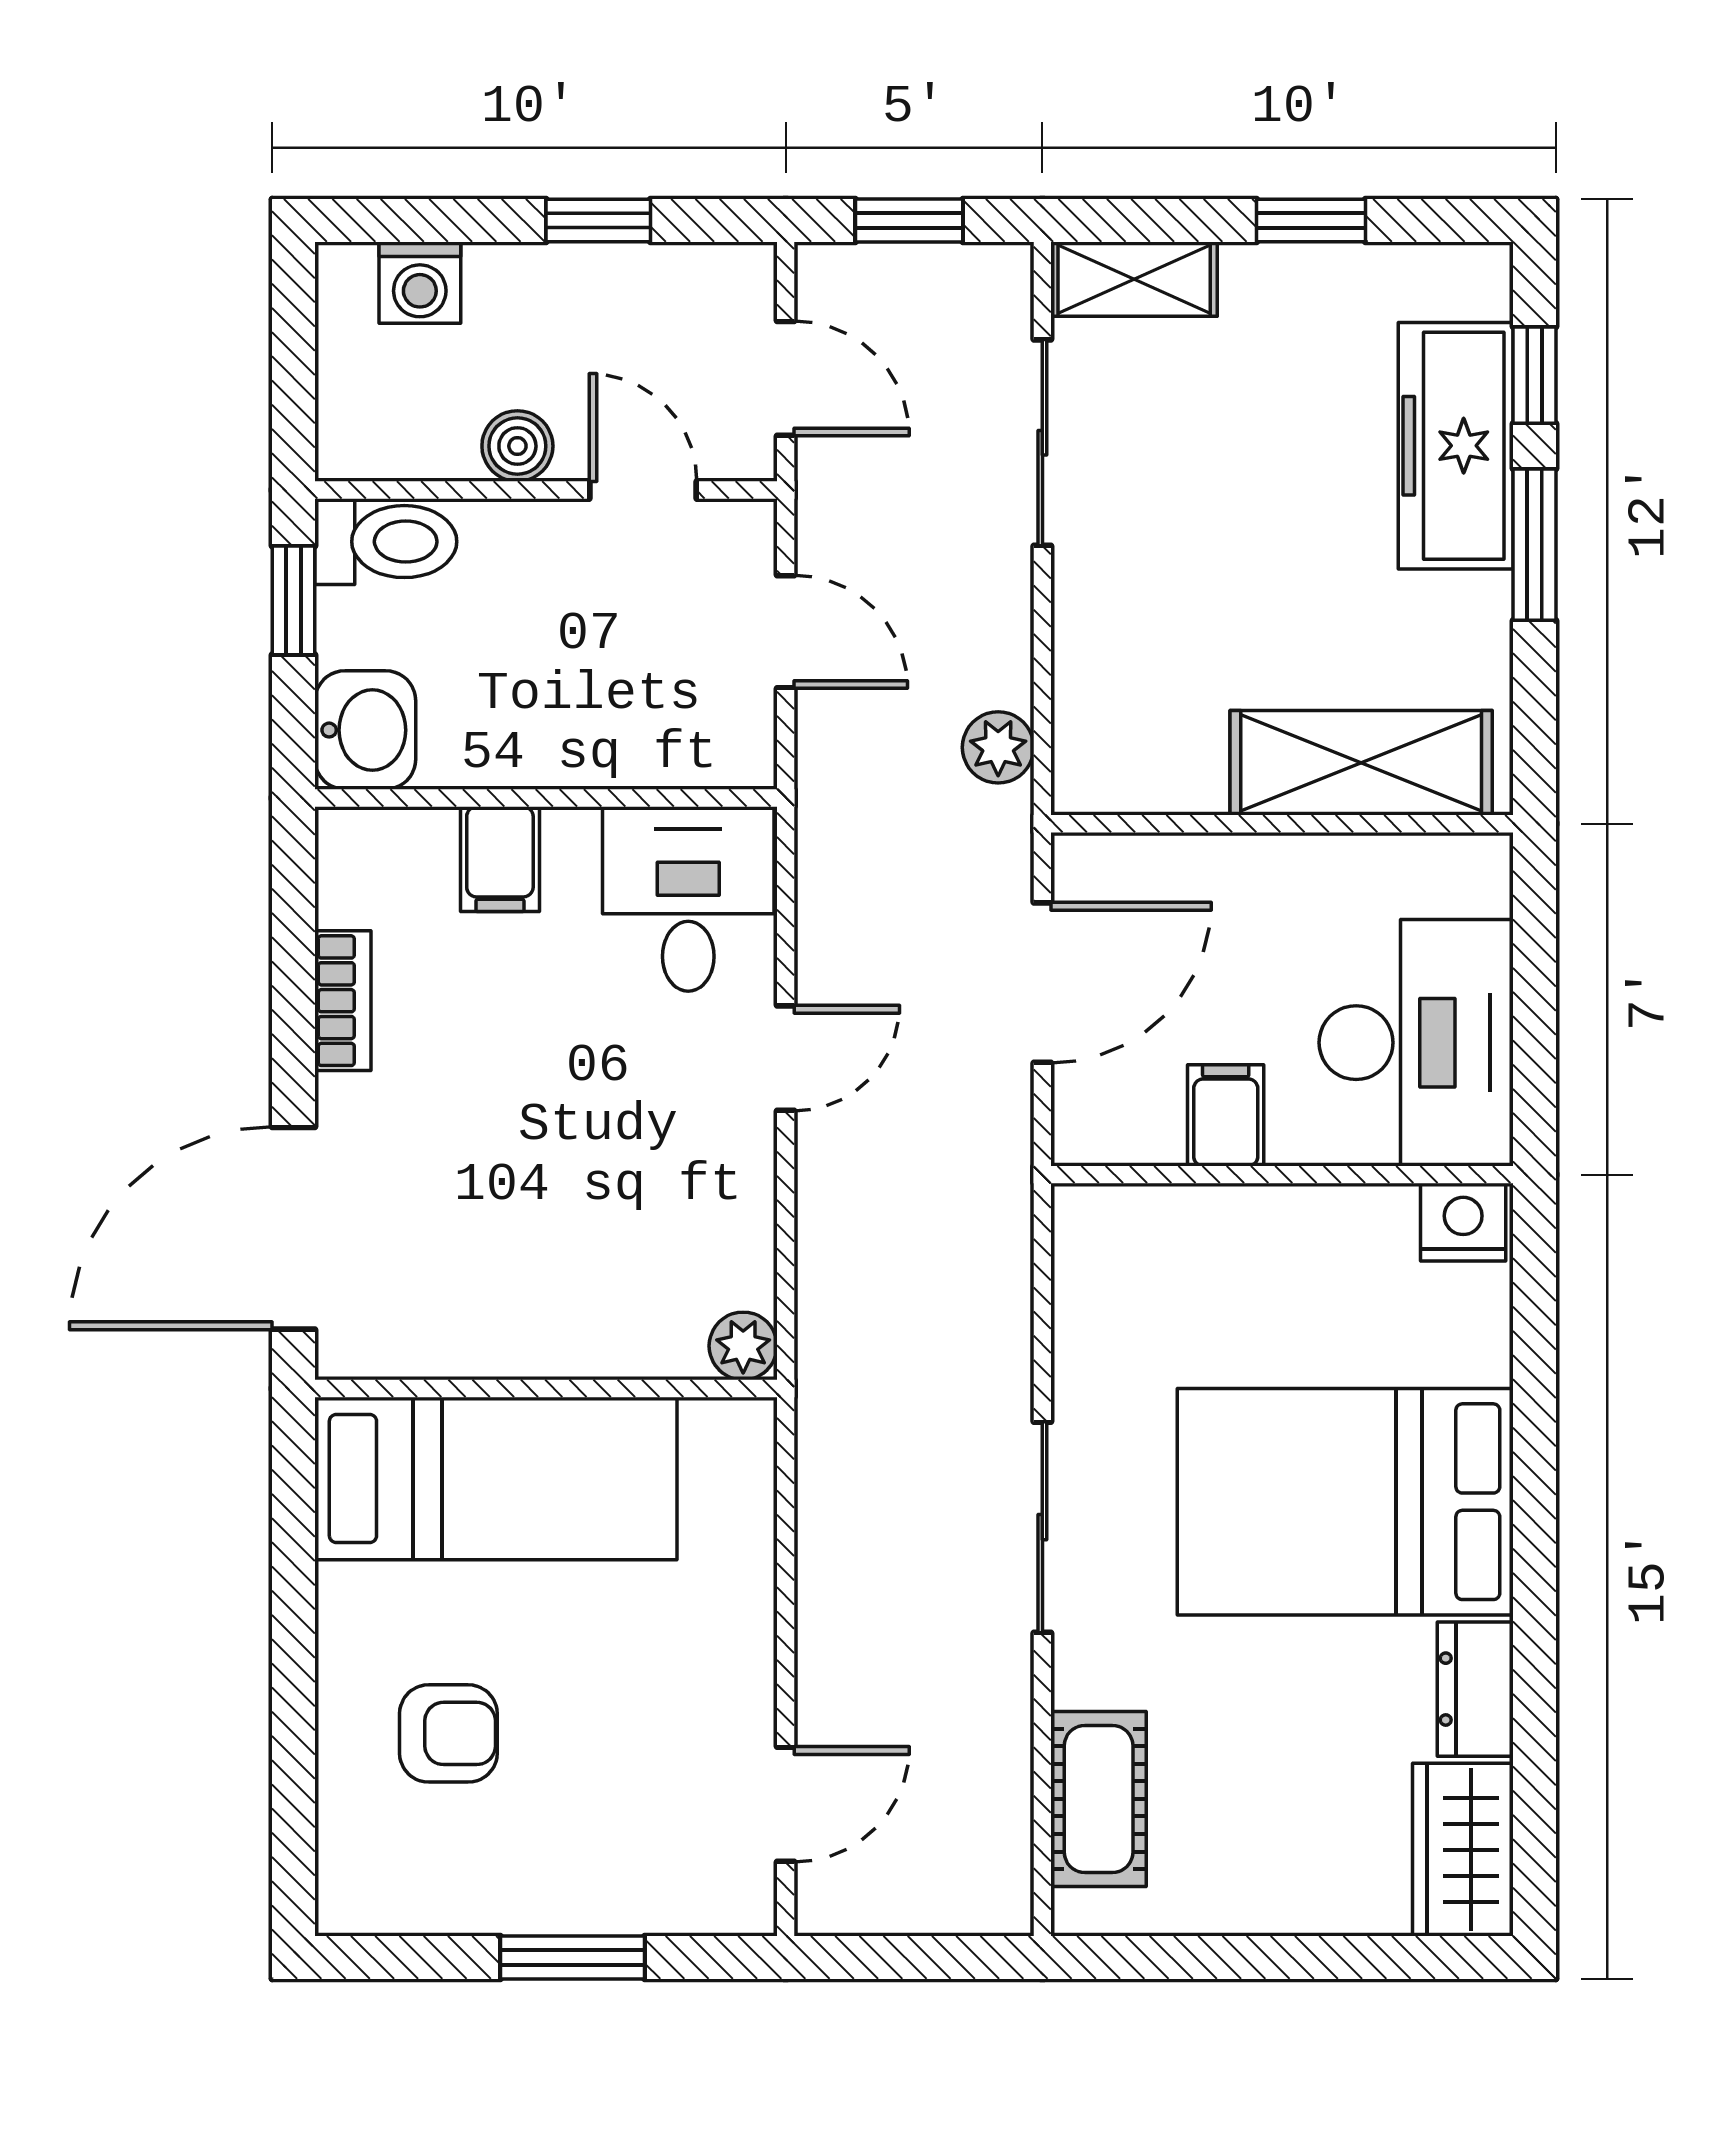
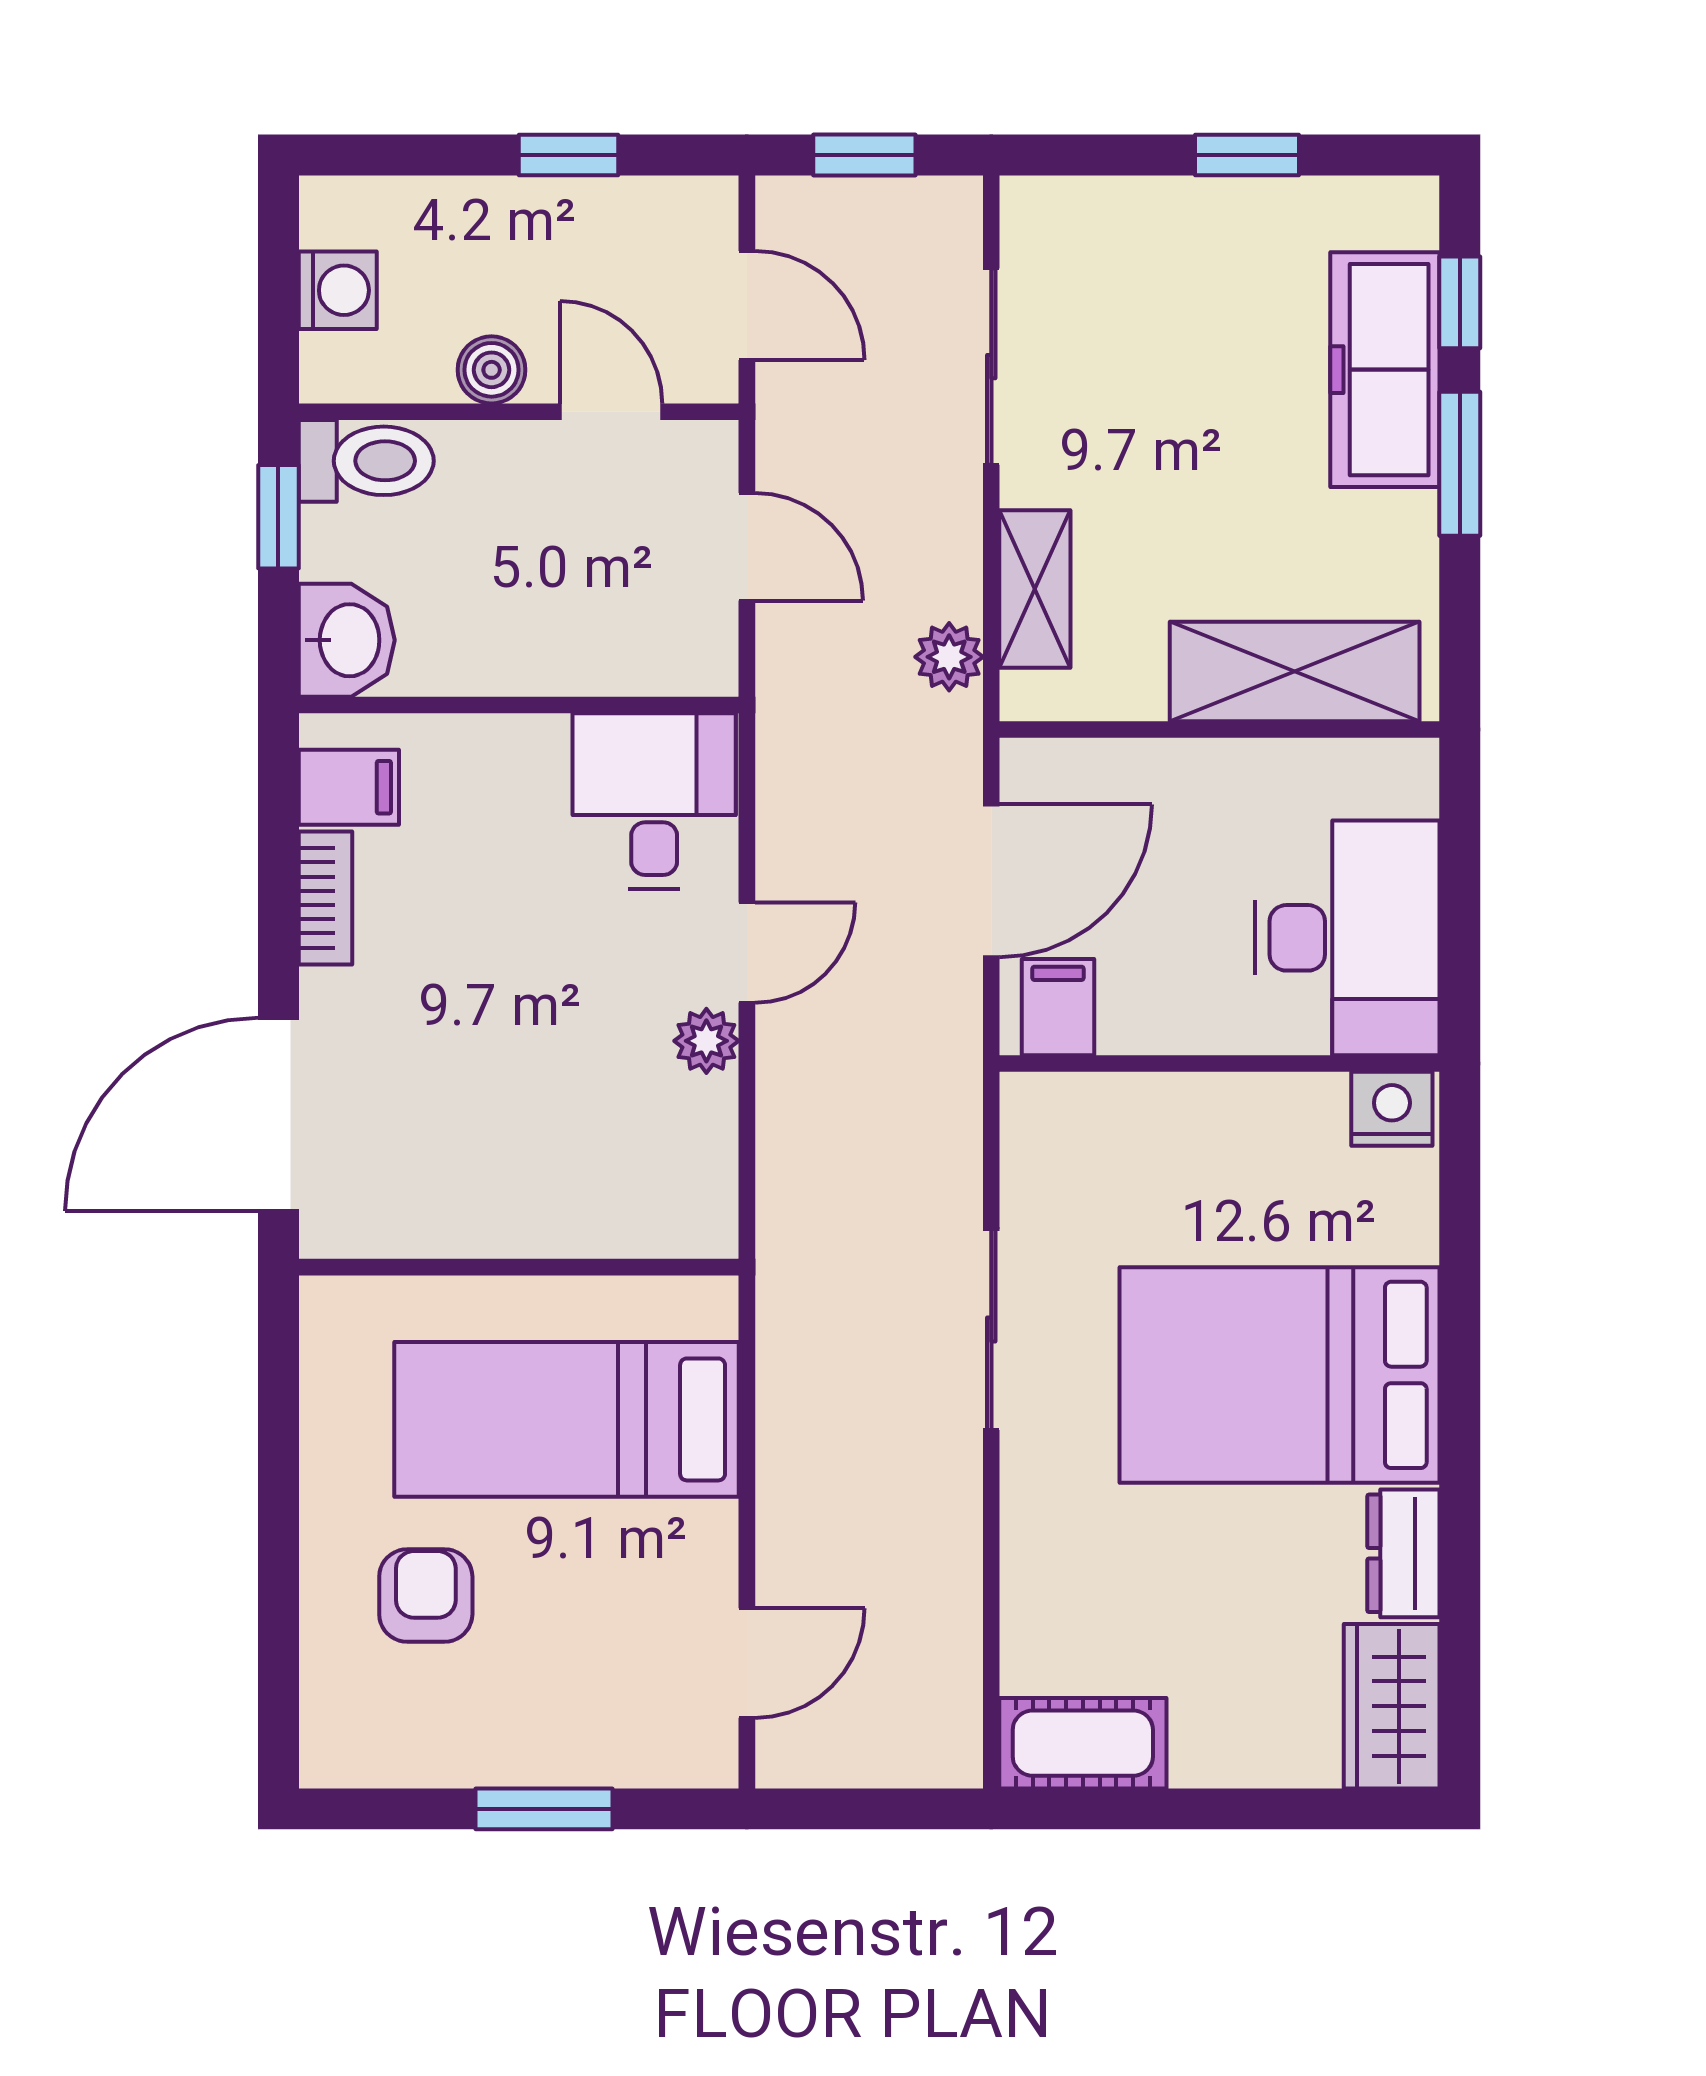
shelving: (1134, 279) -> (1035, 589), moved, turned 90
washing machine: (420, 283) -> (338, 290), moved, turned -90
filing cabinet: (500, 859) -> (349, 787), moved, turned -90
filing cabinet: (1226, 1115) -> (1058, 1007), moved
plant: (743, 1346) -> (706, 1041), moved
bed: (496, 1478) -> (567, 1419), moved, turned 180
sliding door: (1042, 1527) -> (991, 1329), moved
armchair: (448, 1733) -> (426, 1595), turned -90
cot: (1099, 1799) -> (1083, 1743), moved, turned 90

